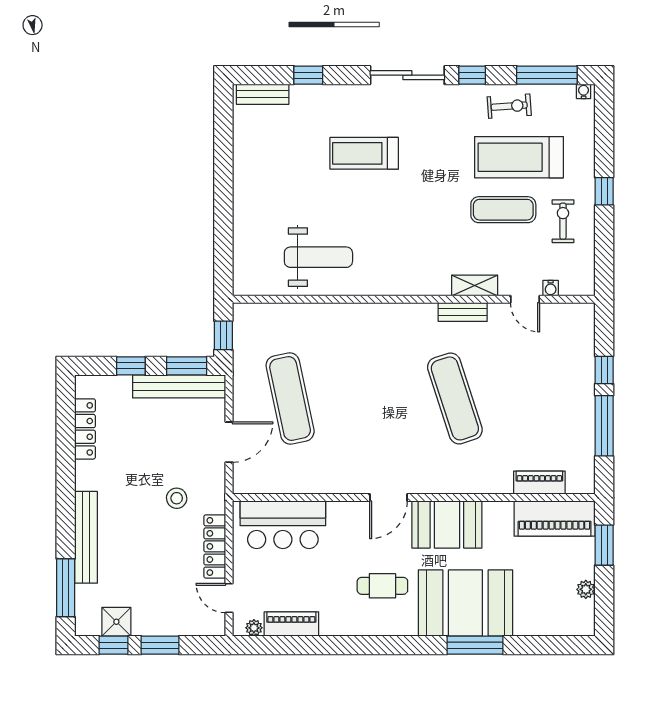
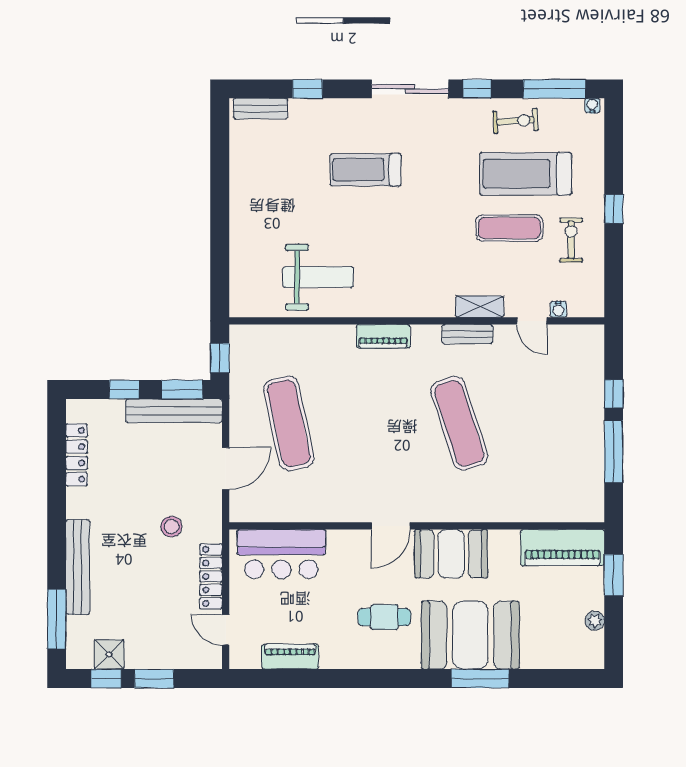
piano: (539, 483) -> (383, 336), moved, turned 180
plant: (254, 628) -> (251, 661), removed

